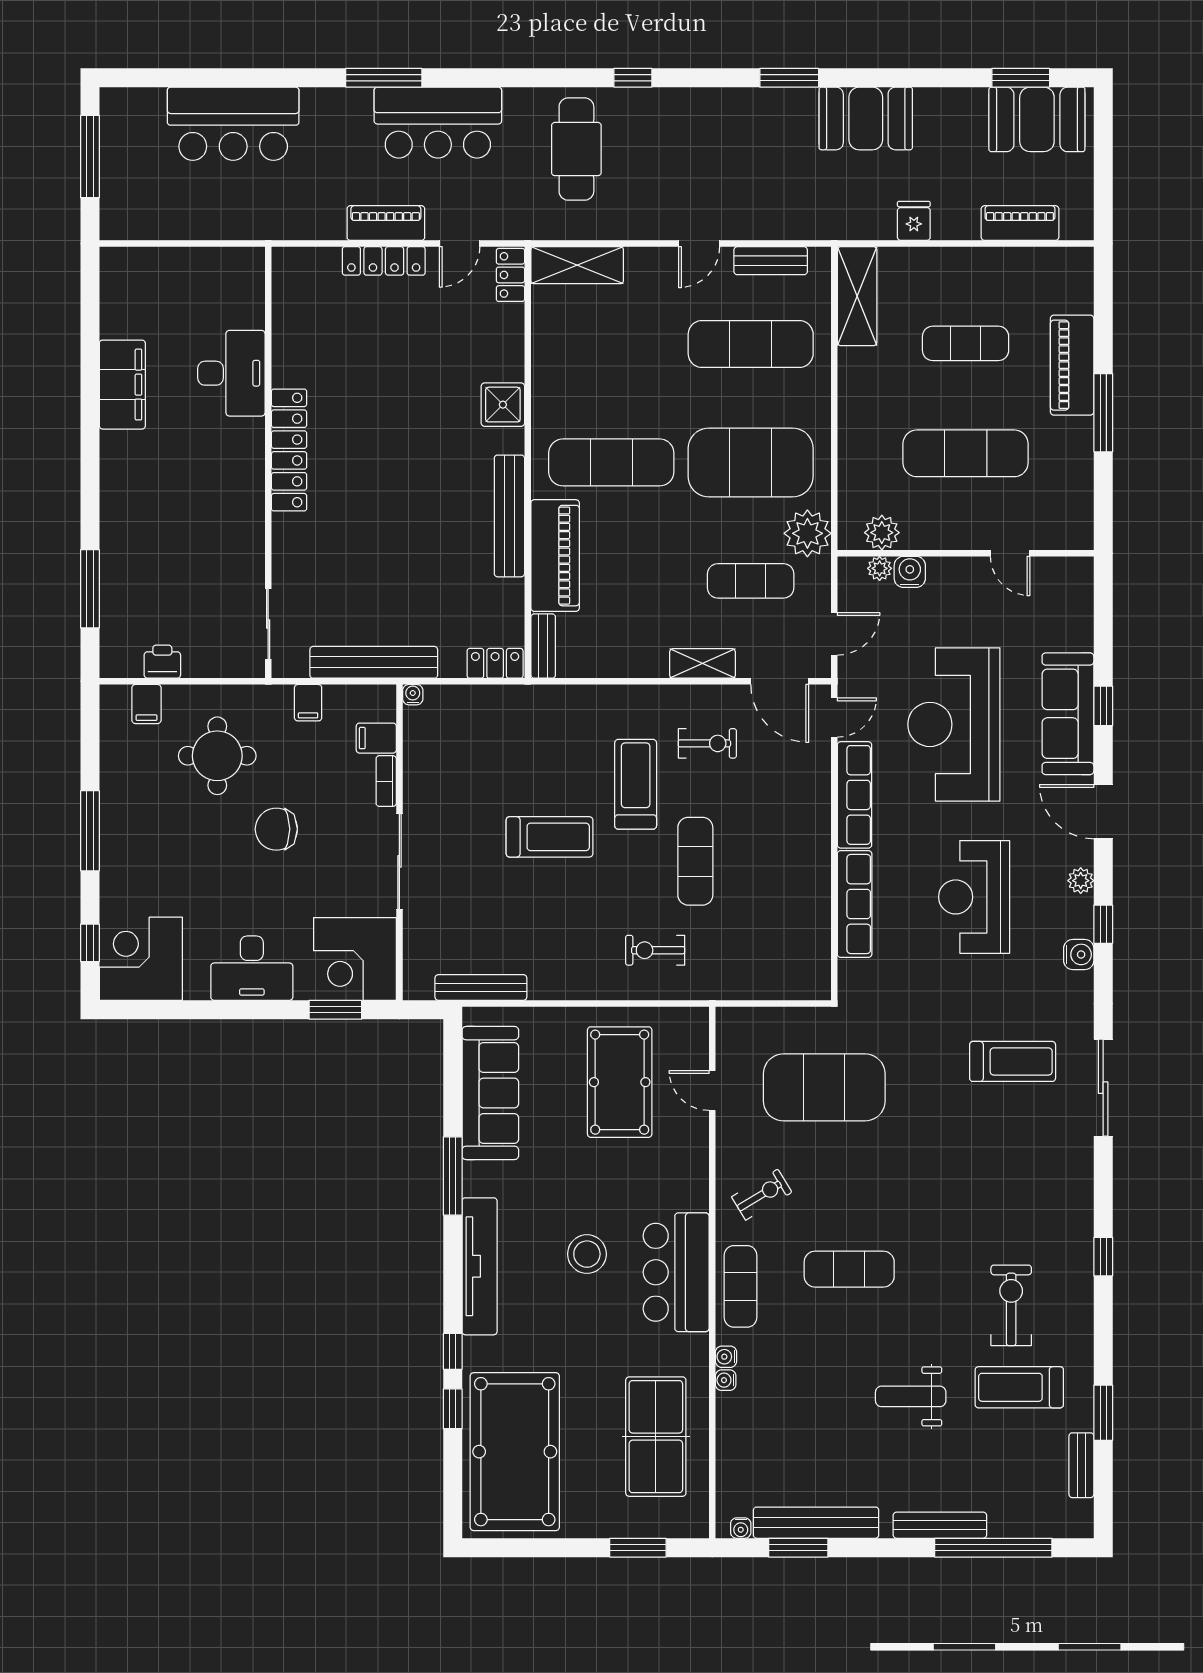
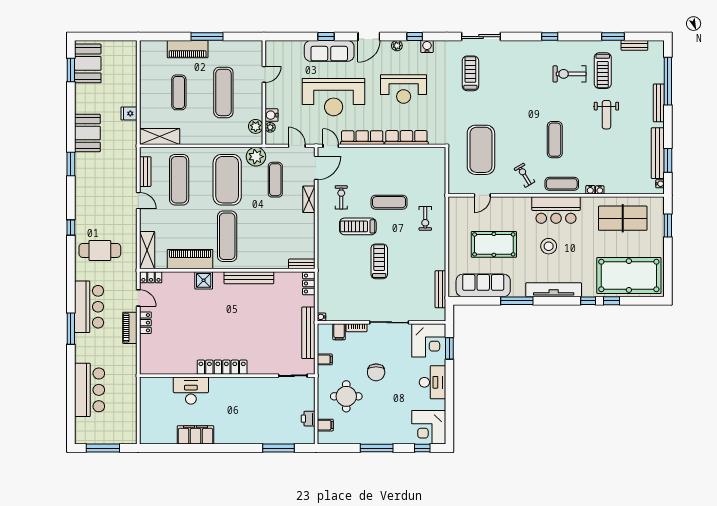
piano: (1020, 223) -> (130, 70), removed
locker: (384, 261) -> (145, 323), width x0.66
piano: (555, 556) -> (190, 259), moved
pool table: (620, 1082) -> (494, 244), moved

